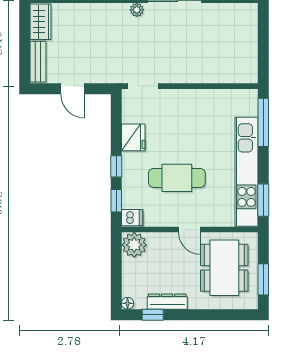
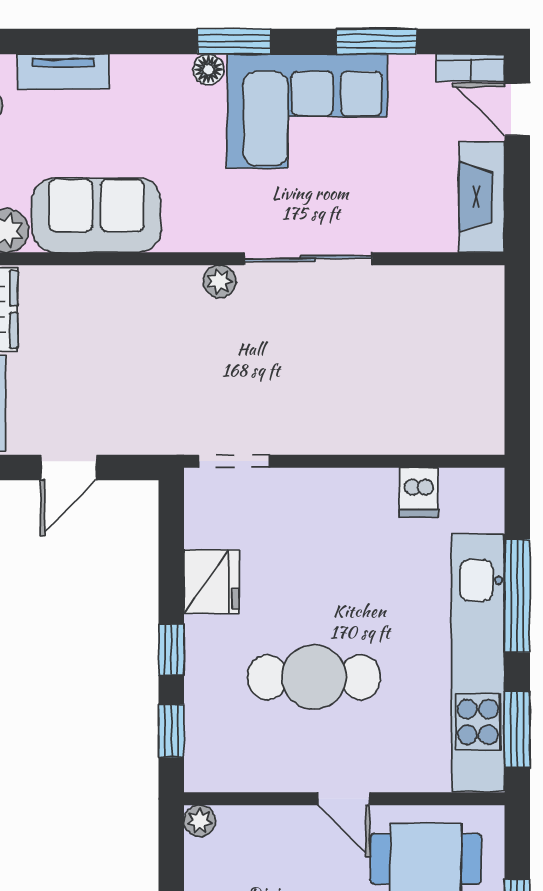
door: (73, 89) -> (69, 468), hinge flipped
window: (263, 122) -> (517, 596), moved
dishwasher: (132, 218) -> (419, 492), moved, turned 90
plant: (134, 245) -> (200, 821), width x0.53, depth x0.53

